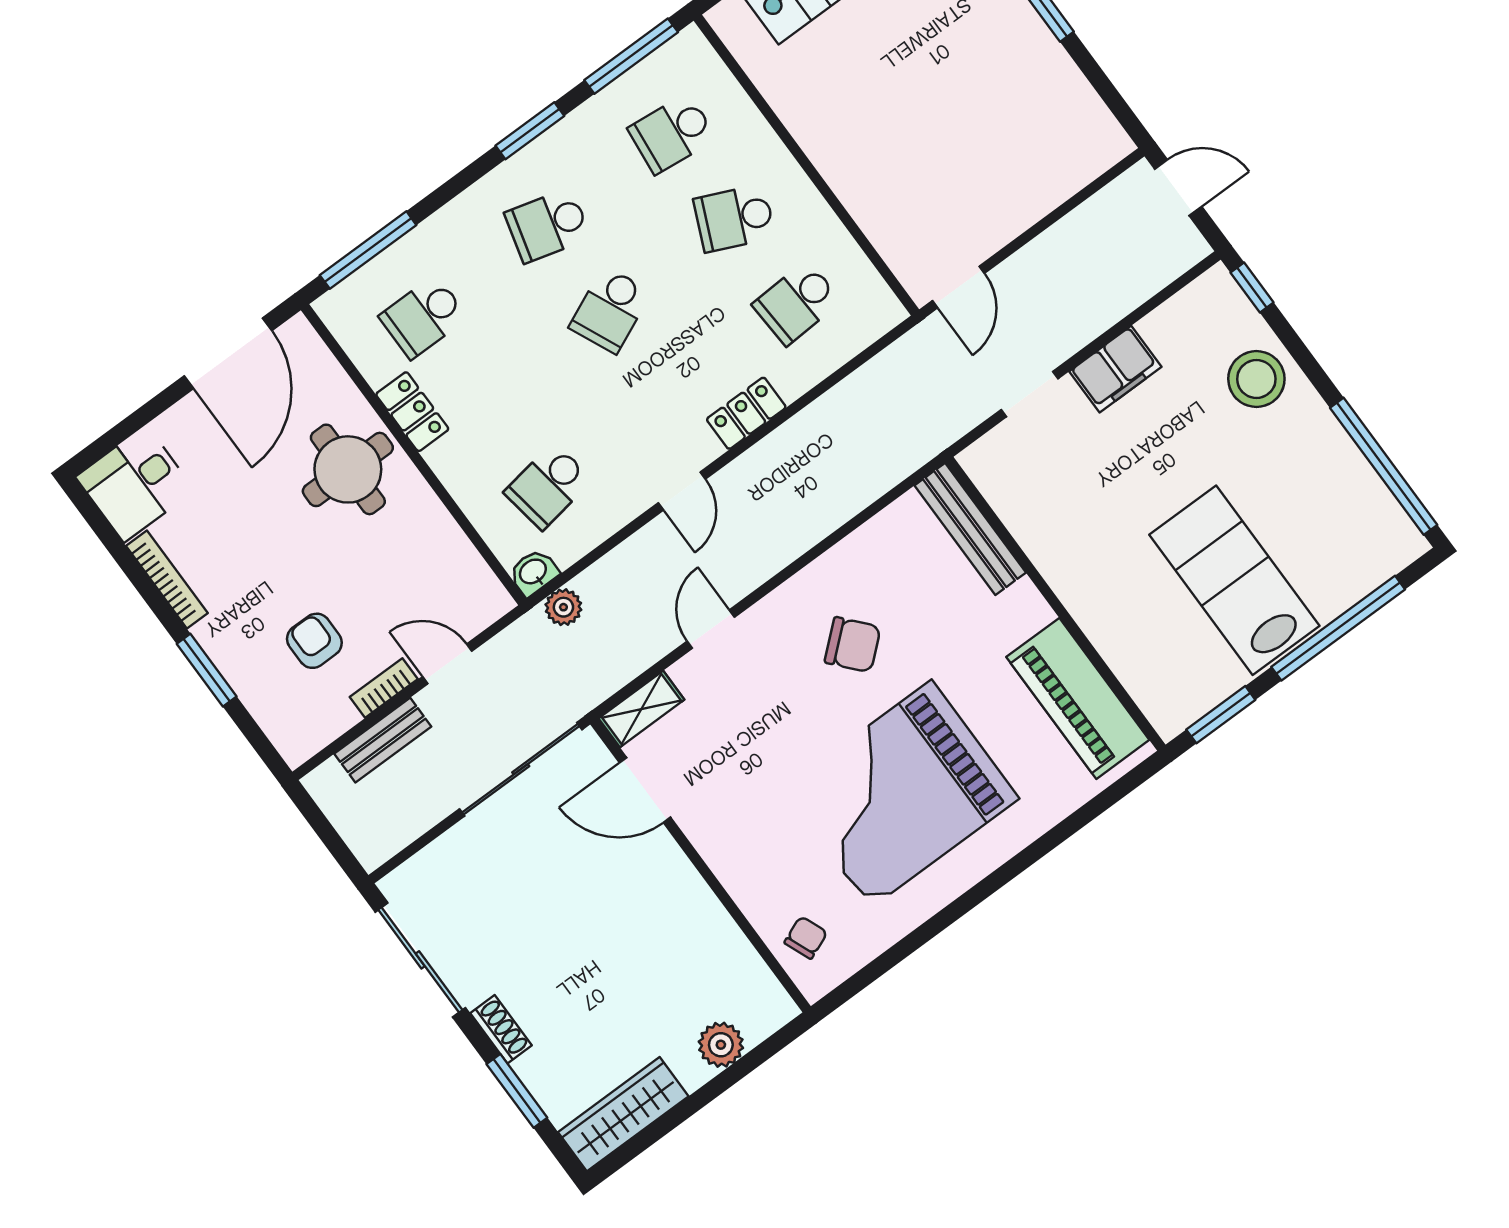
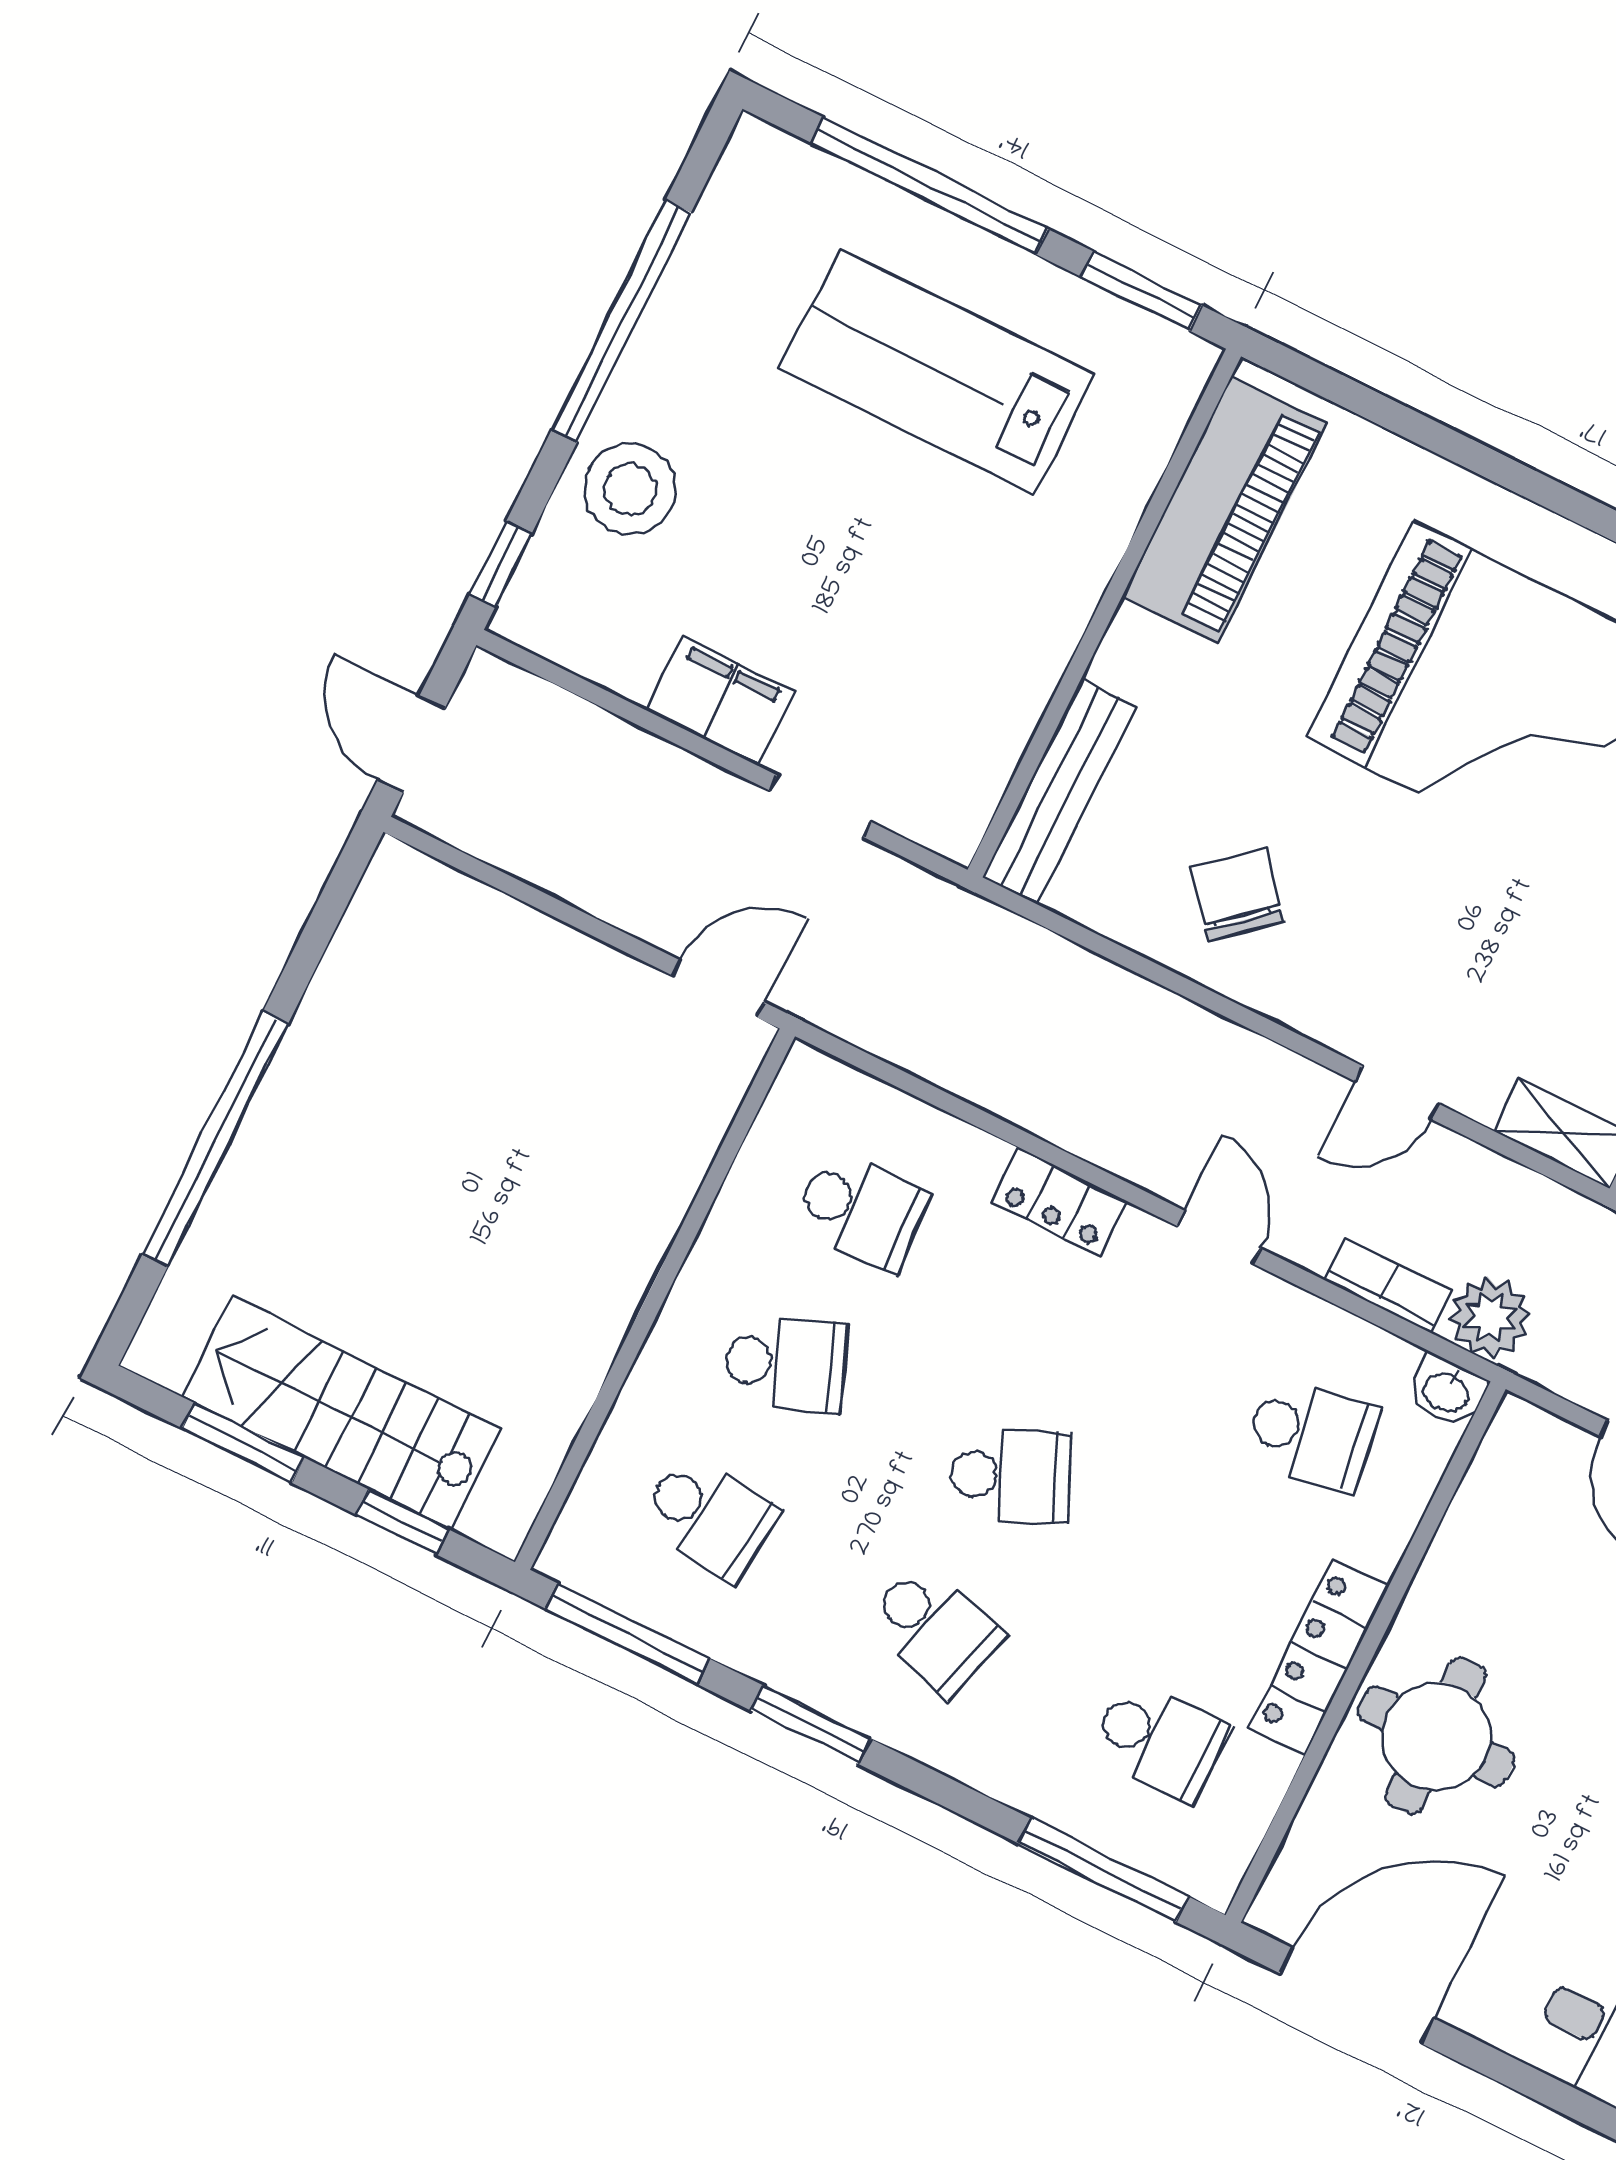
school desk: (734, 218) -> (785, 1364), turned -45
locker: (412, 412) -> (1319, 1657), width x1.53
window: (1384, 466) -> (621, 321), moved
door: (682, 491) -> (1219, 1237), hinge flipped
bookcase: (608, 570) -> (1388, 1285), added
lab bench: (1234, 580) -> (937, 371), turned 90
plant: (563, 607) -> (1490, 1317), width x1.38, depth x1.38
chair: (853, 645) -> (1237, 895), moved

